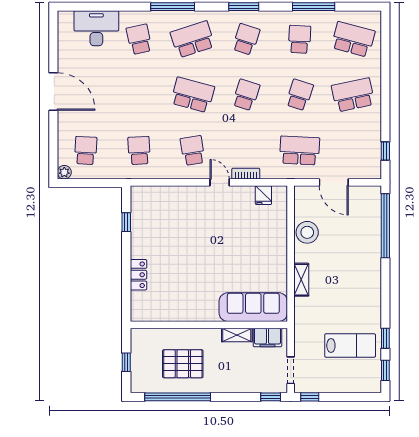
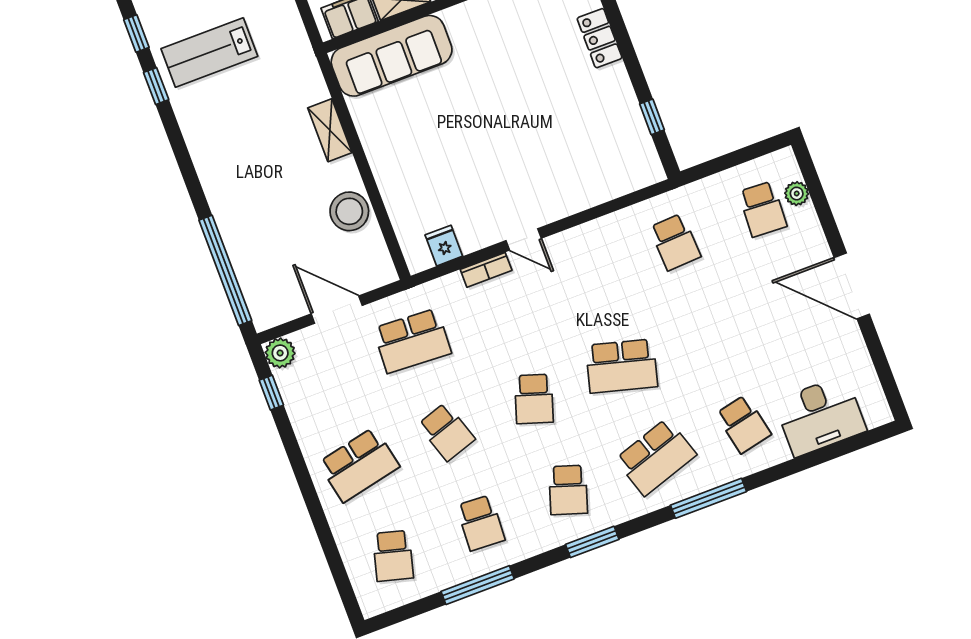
school desk: (353, 39) -> (393, 556), width x0.54
school desk: (300, 95) -> (446, 432), turned -36
school desk: (193, 150) -> (587, 275), removed
plant: (373, 171) -> (280, 353), added
plant: (64, 172) -> (797, 194), moved

